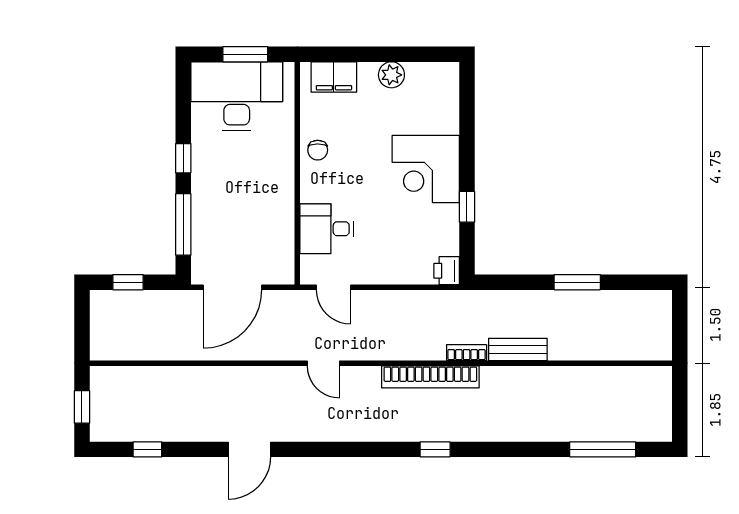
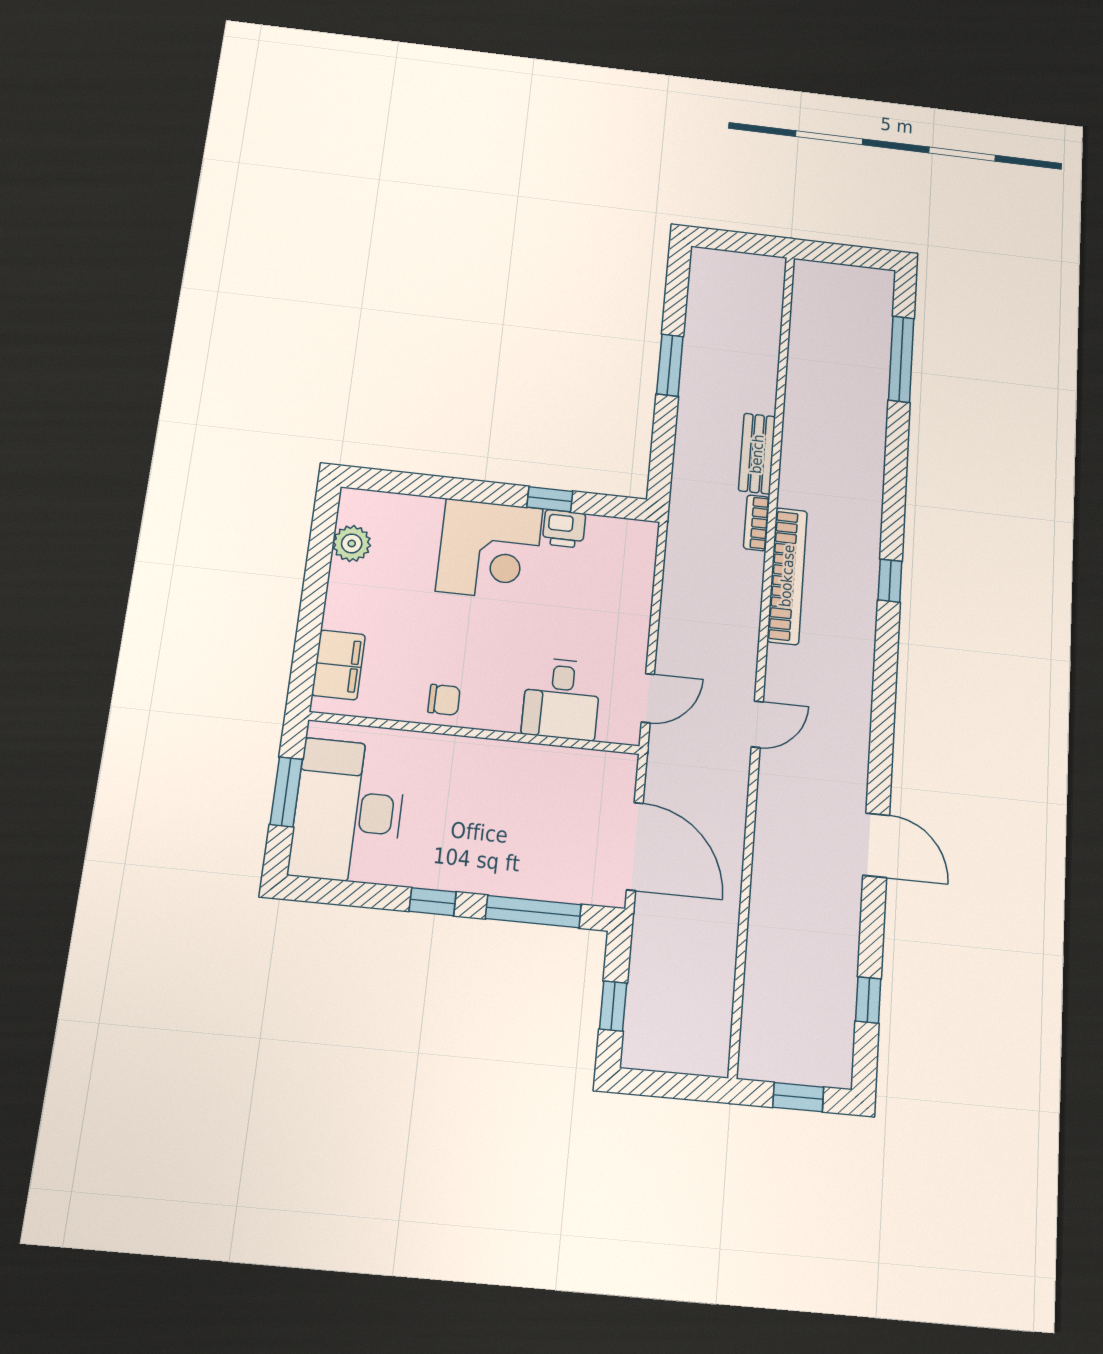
plant: (391, 75) -> (352, 543), moved
printer: (447, 271) -> (564, 529), moved

